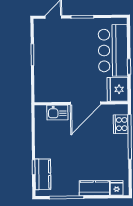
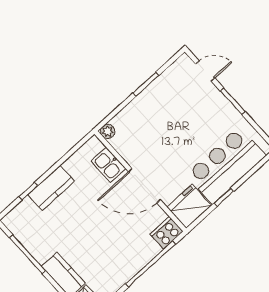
plant: (39, 97) -> (108, 131), added
cooker: (121, 124) -> (167, 233), moved
kitchen counter: (43, 174) -> (51, 188), moved

